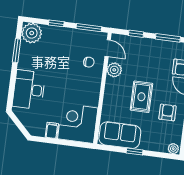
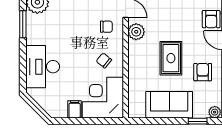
chair: (83, 91) -> (104, 60), added
sofa: (120, 135) -> (169, 105), moved
window: (135, 152) -> (198, 121), moved

